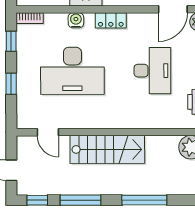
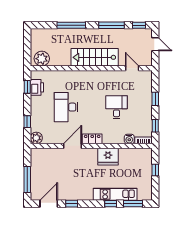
door: (173, 9) -> (73, 146), moved
water cooler: (76, 20) -> (129, 139), moved
desk: (72, 71) -> (116, 107), width x0.53, depth x0.77

